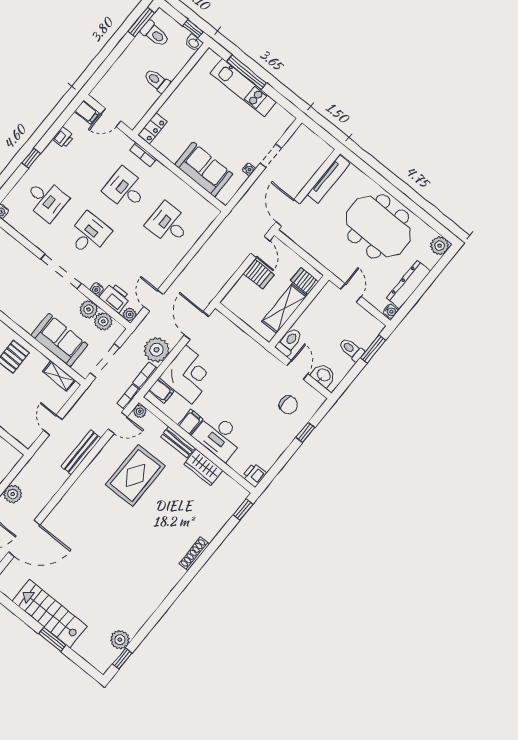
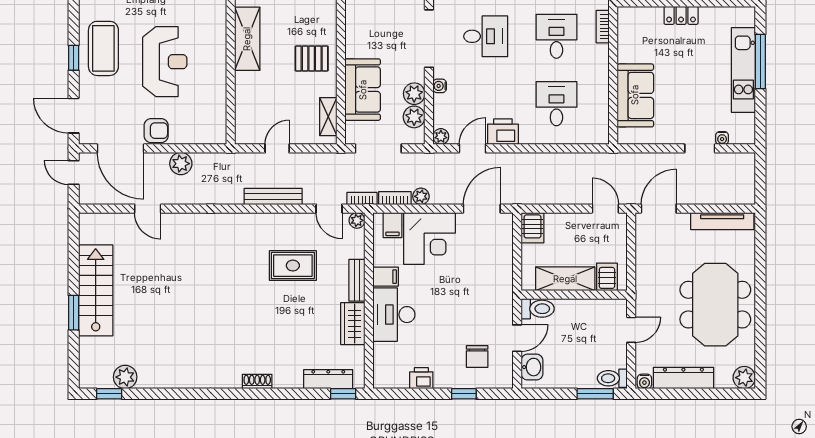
locker: (153, 128) -> (681, 15), moved
water cooler: (249, 169) -> (722, 138), moved
door: (260, 247) -> (605, 209), swing flipped
server rack: (259, 274) -> (532, 228), moved
printer: (115, 298) -> (503, 132), moved, turned -90
plant: (157, 350) -> (421, 196), width x0.53, depth x0.53
toilet: (351, 350) -> (612, 378), moved, turned -90
rug: (135, 475) -> (293, 266), width x0.73, depth x0.70
printer: (254, 475) -> (421, 378), moved
dresser: (226, 511) -> (328, 379), added
door: (24, 538) -> (148, 209), width x0.53
shoe rack: (194, 554) -> (257, 382), width x0.70

